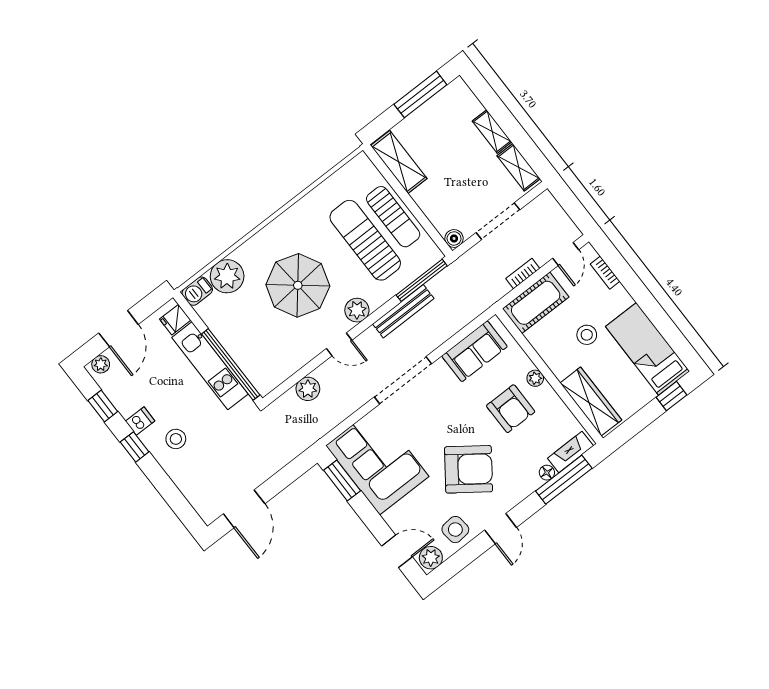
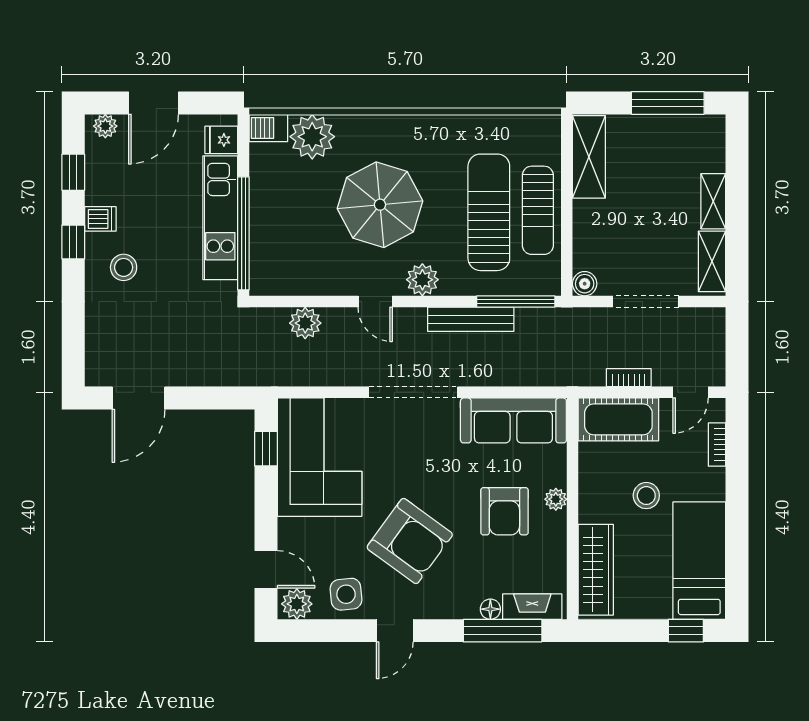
sofa: (474, 351) -> (513, 420), width x1.36
window: (342, 480) -> (266, 449), width x0.67

